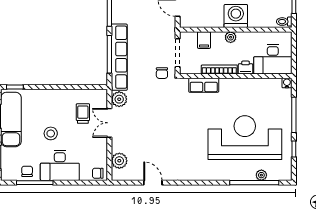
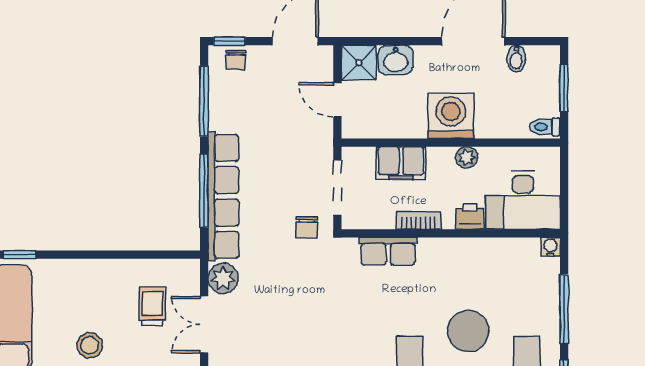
plant: (231, 37) -> (467, 157), moved
filing cabinet: (204, 40) -> (401, 163), width x2.00
bookcase: (219, 69) -> (418, 220), width x0.64

